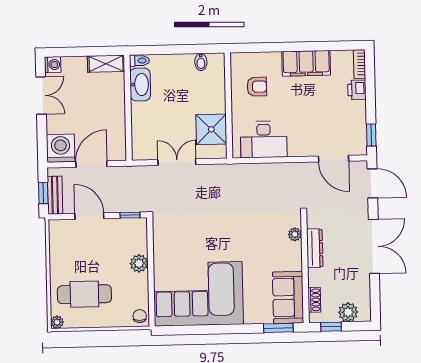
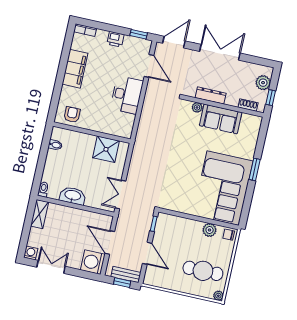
washbasin: (140, 84) -> (73, 196), moved
armchair: (257, 87) -> (72, 115), moved
printer: (357, 90) -> (115, 39), moved
desk: (264, 139) -> (127, 95), moved
door: (333, 159) -> (149, 66), hinge flipped
double door: (177, 162) -> (120, 195), moved
door: (89, 216) -> (147, 253), swing flipped
plant: (139, 263) -> (210, 230), moved
cafe table: (84, 294) -> (203, 271), turned 90
sofa: (288, 297) -> (221, 119), moved
window: (278, 328) -> (255, 169), moved

